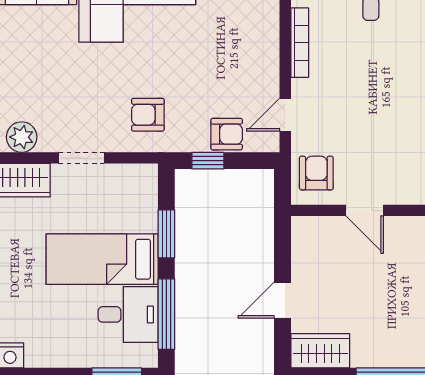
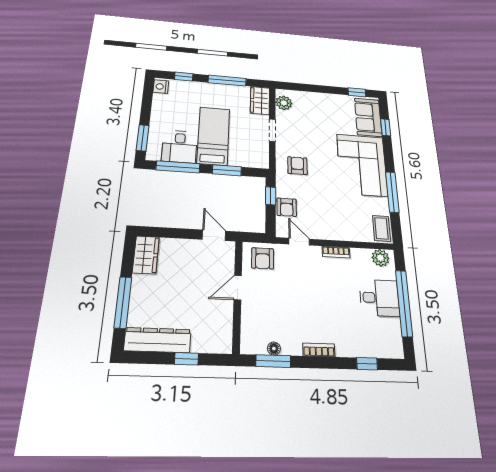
bookcase: (300, 43) -> (336, 252), width x0.64
armchair: (316, 173) -> (263, 258), turned 90
door: (282, 300) -> (214, 235), moved

